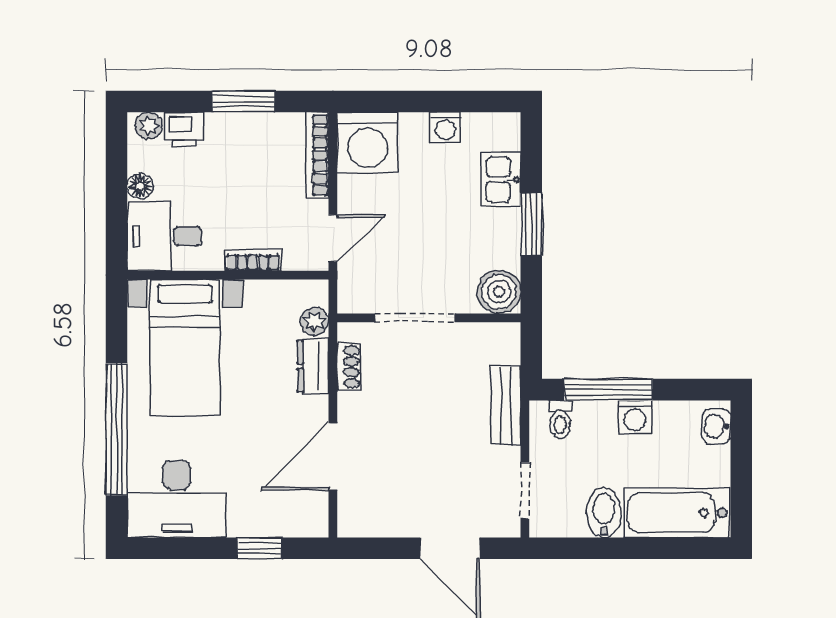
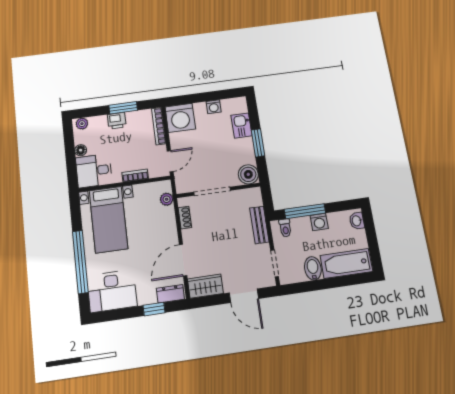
printer: (184, 130) -> (117, 121), moved
dresser: (313, 366) -> (170, 294), moved, turned 90
wardrobe: (372, 517) -> (205, 286), added

